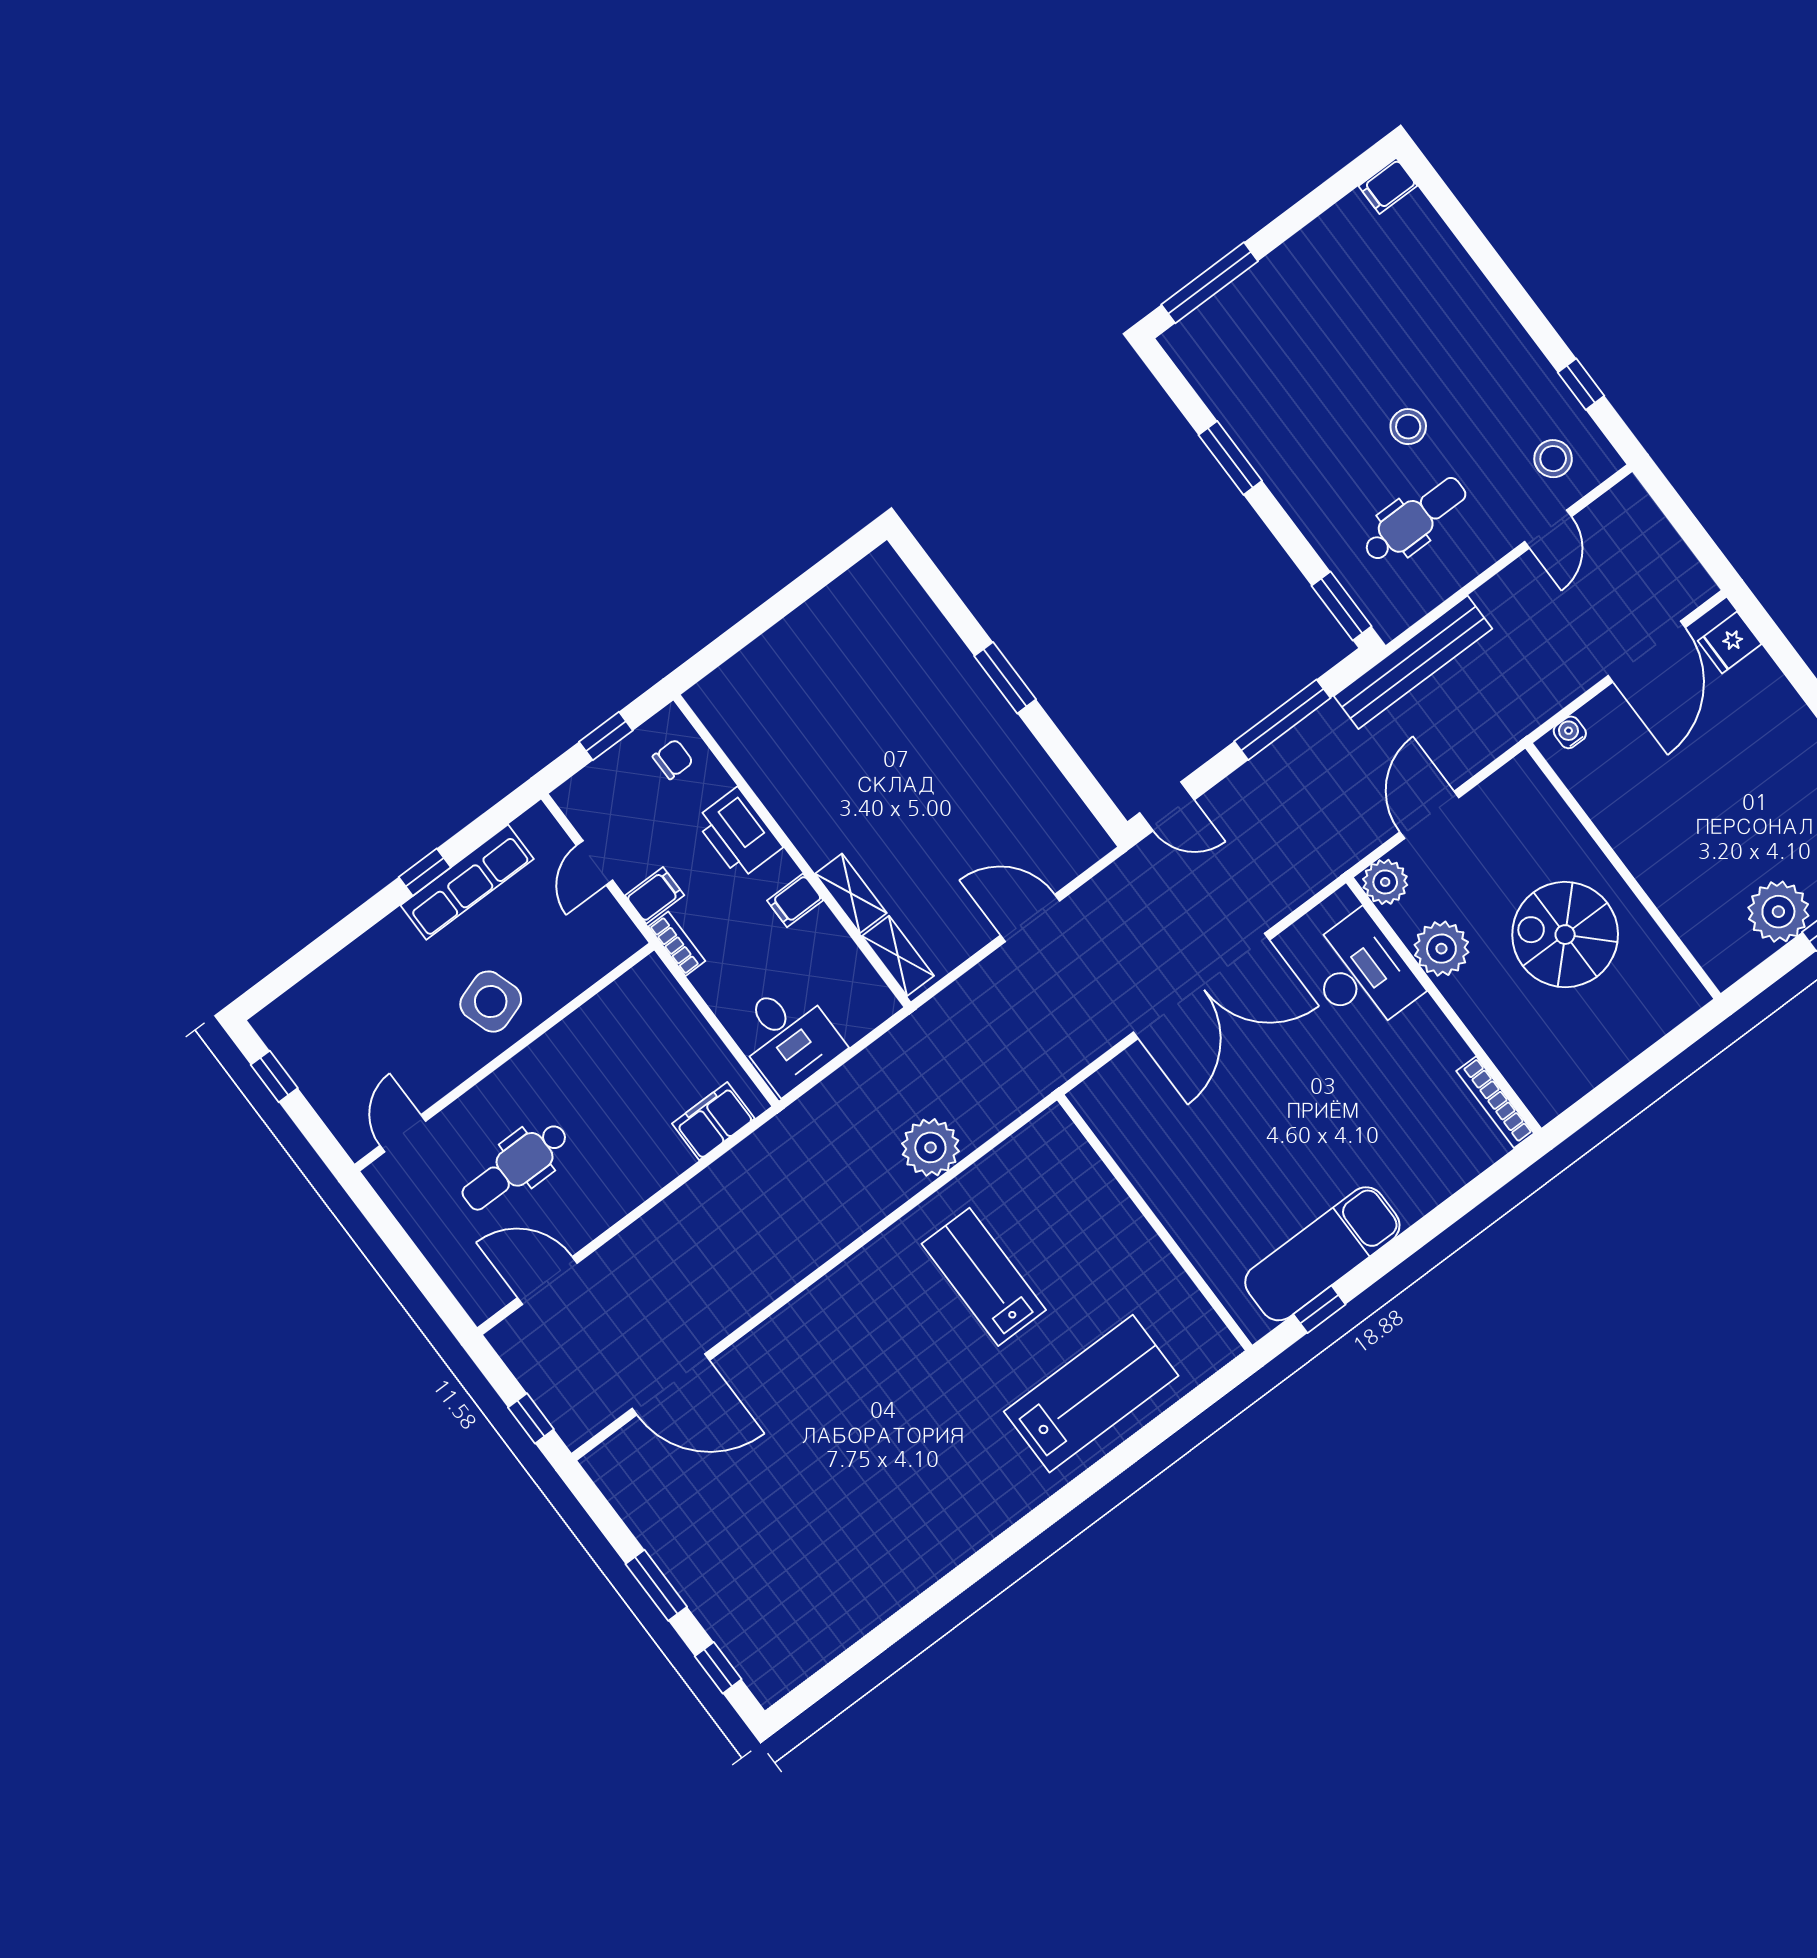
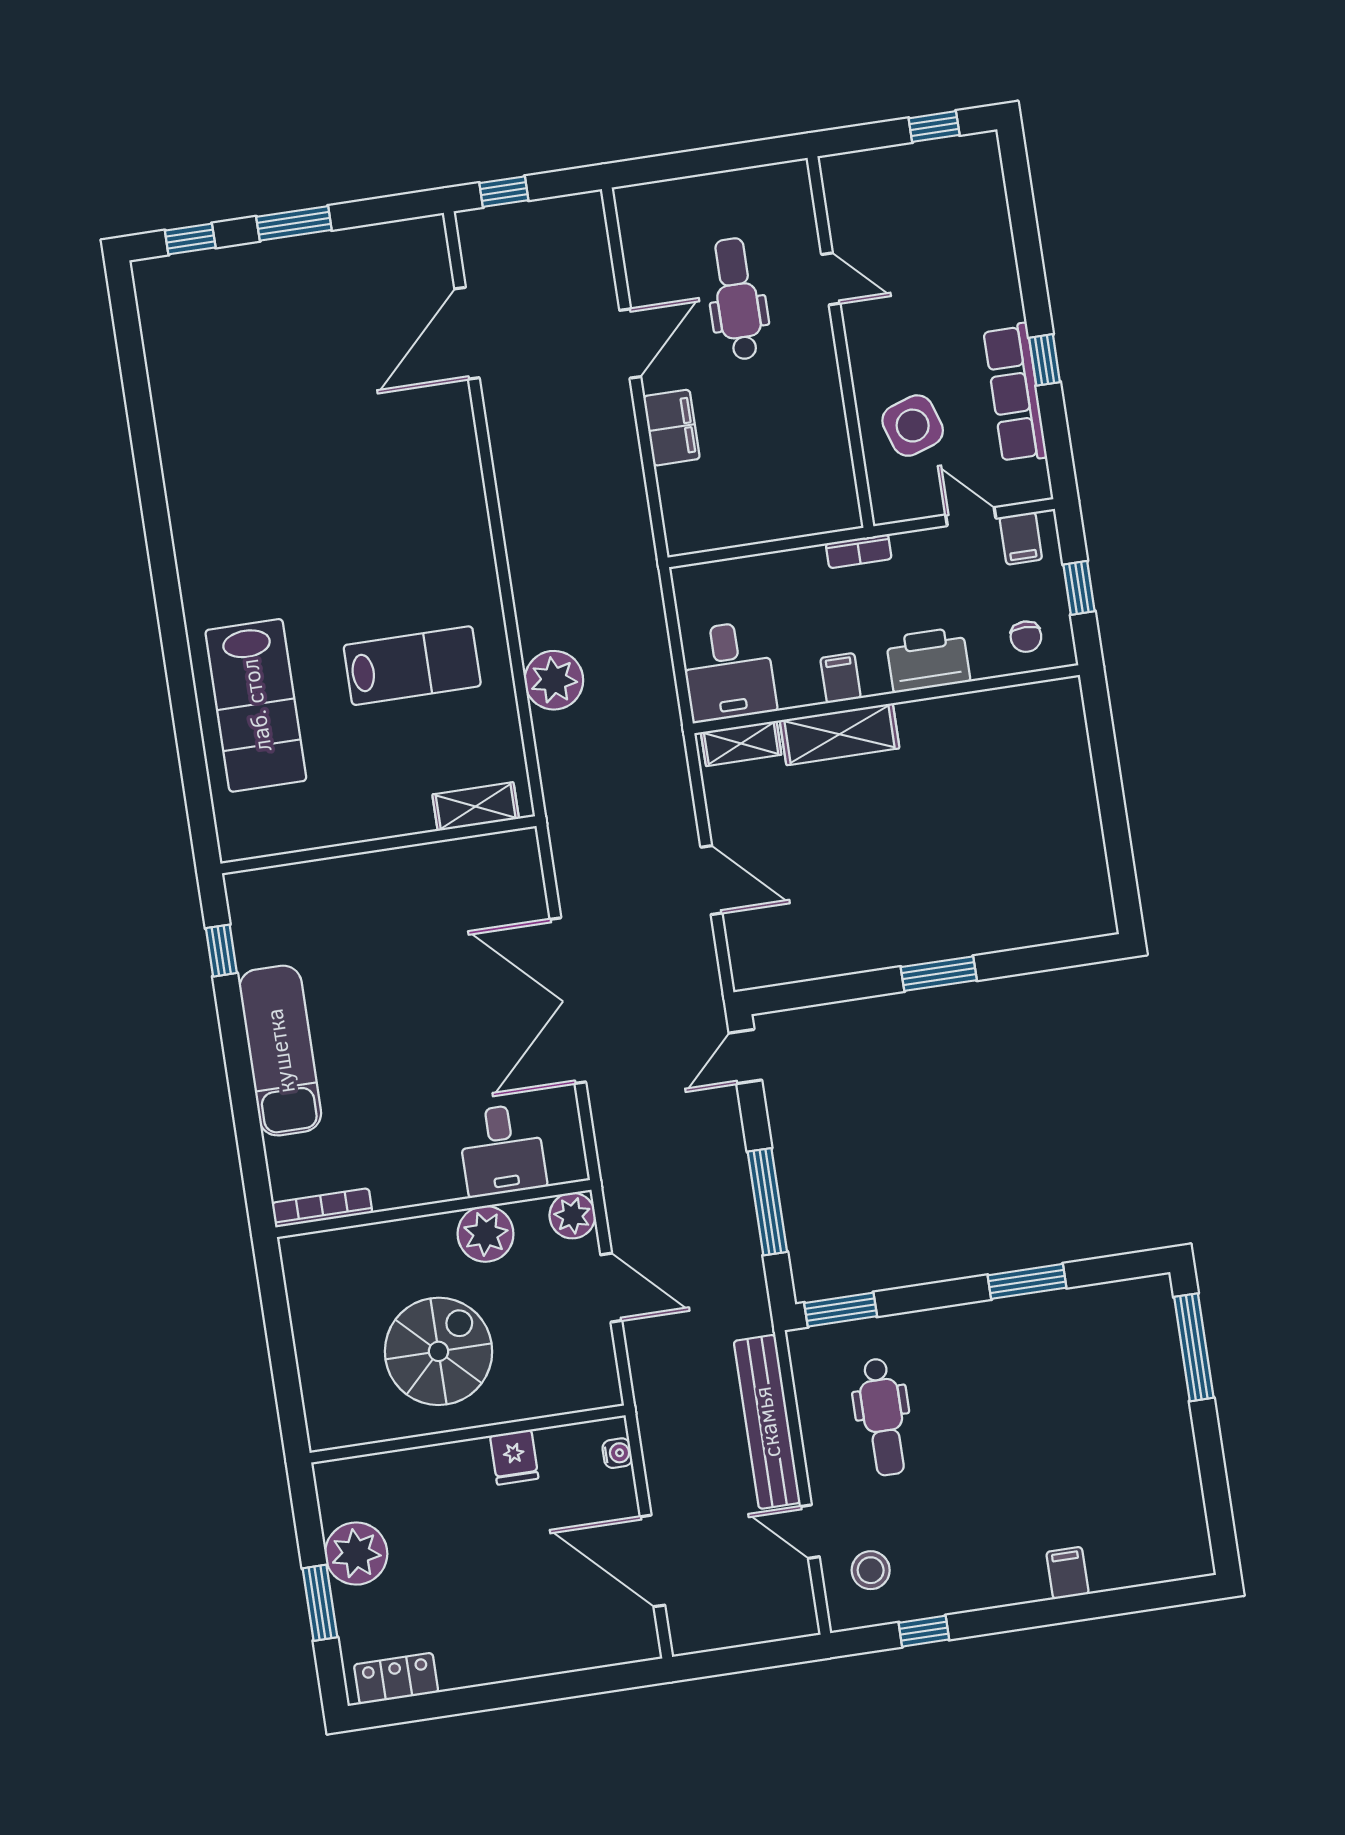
filing cabinet: (1388, 186) -> (1067, 1573), moved
stool: (1408, 427) -> (969, 1456), removed
fridge: (1730, 642) -> (514, 1457), moved, turned 180
bench: (1413, 662) -> (767, 1422), moved
shelving: (851, 893) -> (840, 734), width x1.50, depth x1.33
filing cabinet: (655, 895) -> (1021, 538), moved
door: (1030, 918) -> (711, 880), hinge flipped
desk: (1361, 973) -> (502, 1150), width x0.73
side table: (491, 1002) -> (913, 426), moved
desk: (788, 1037) -> (728, 671), moved, turned -90
filing cabinet: (713, 1121) -> (672, 428), moved
door: (403, 1133) -> (831, 279), moved
shelving: (1076, 1156) -> (476, 807), added
exam couch: (1322, 1254) -> (280, 1051), moved
door: (547, 1280) -> (630, 344), moved

